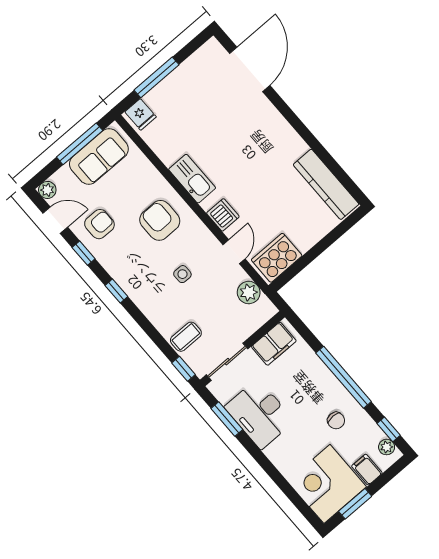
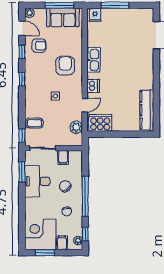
filing cabinet: (274, 344) -> (63, 157), width x0.50
chair: (304, 387) -> (65, 186), added

